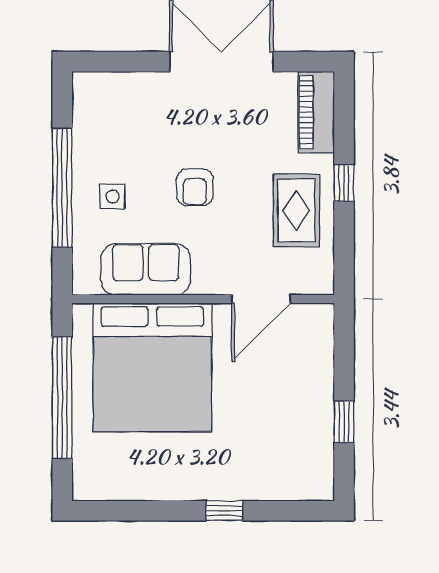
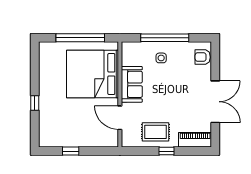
armchair: (195, 187) -> (203, 57), moved
sofa: (146, 269) -> (132, 84), moved

